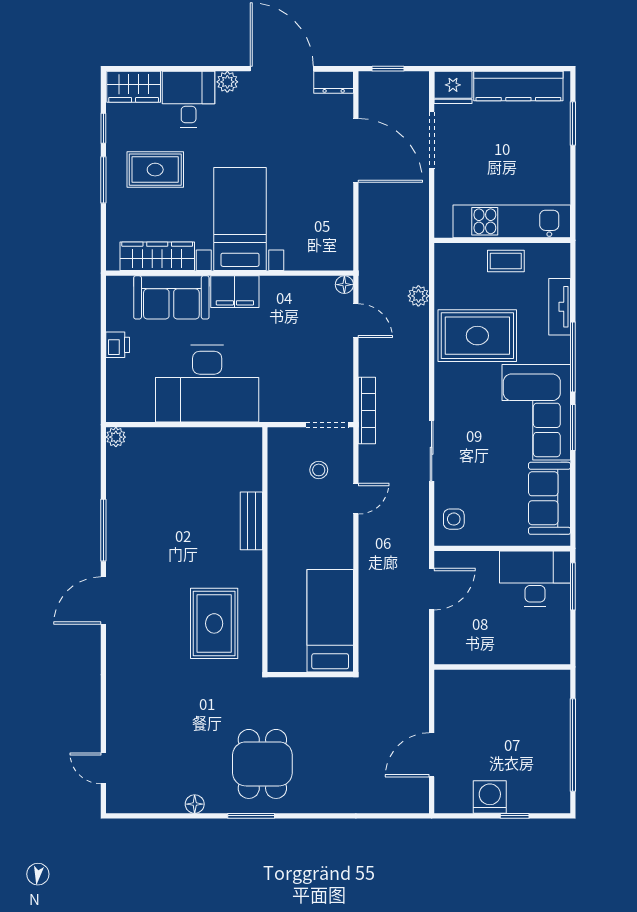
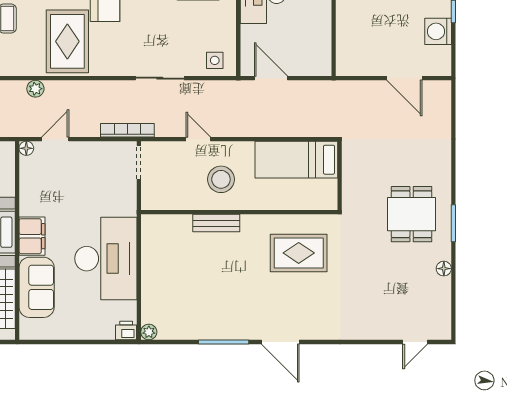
printer: (118, 345) -> (126, 331), moved
stool: (319, 470) -> (221, 179), moved, width x1.89, depth x1.89
dining table: (262, 764) -> (412, 214), turned 90

